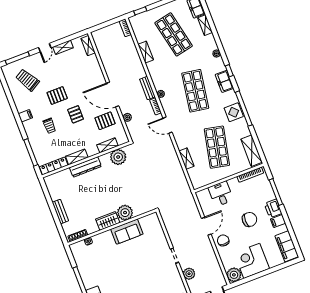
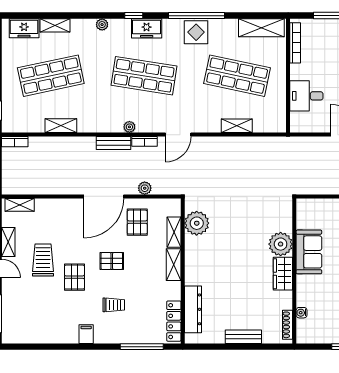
trolley: (27, 80) -> (43, 260), moved, turned 120
shelving: (77, 157) -> (174, 265), moved
dresser: (85, 167) -> (193, 309), moved

